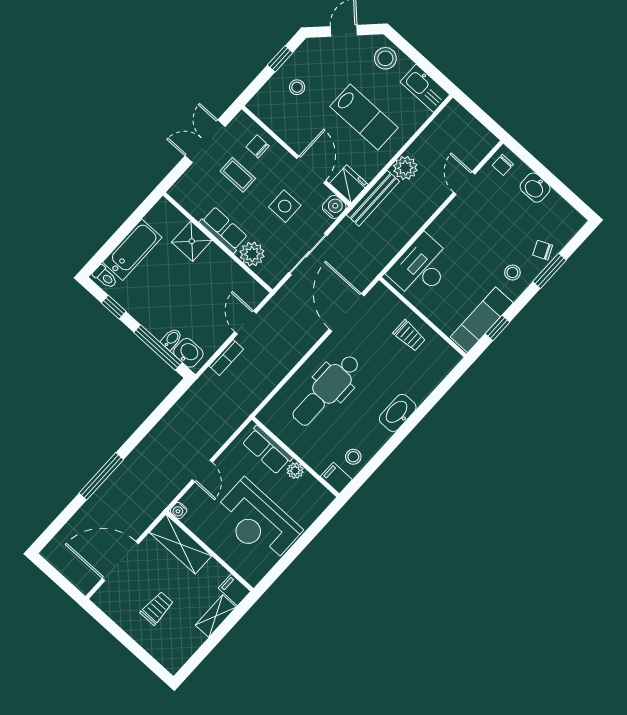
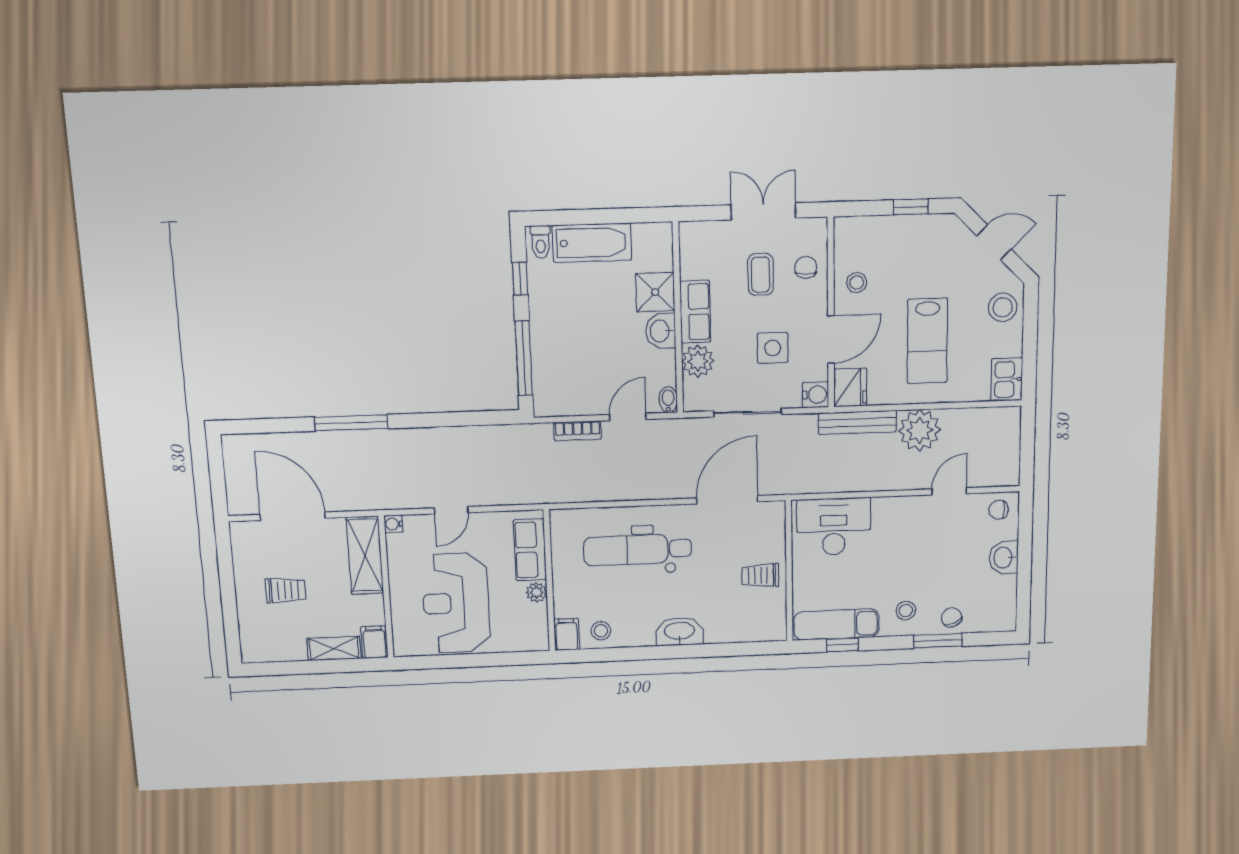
stool: (297, 87) -> (857, 283), moved
kitchen sink: (425, 88) -> (1007, 379), width x0.73
plant: (405, 168) -> (920, 430), width x1.36, depth x1.36
trolley: (409, 336) -> (760, 575), turned 90
bidet: (171, 339) -> (668, 400), moved, turned -90
washbasin: (188, 353) -> (661, 331), moved, turned 180

